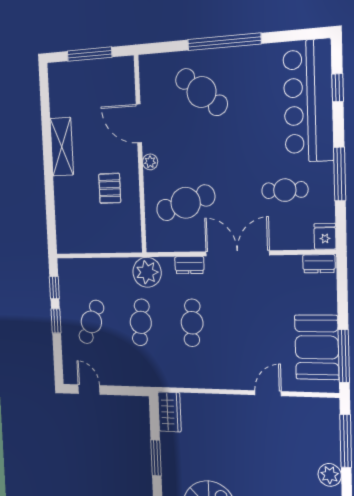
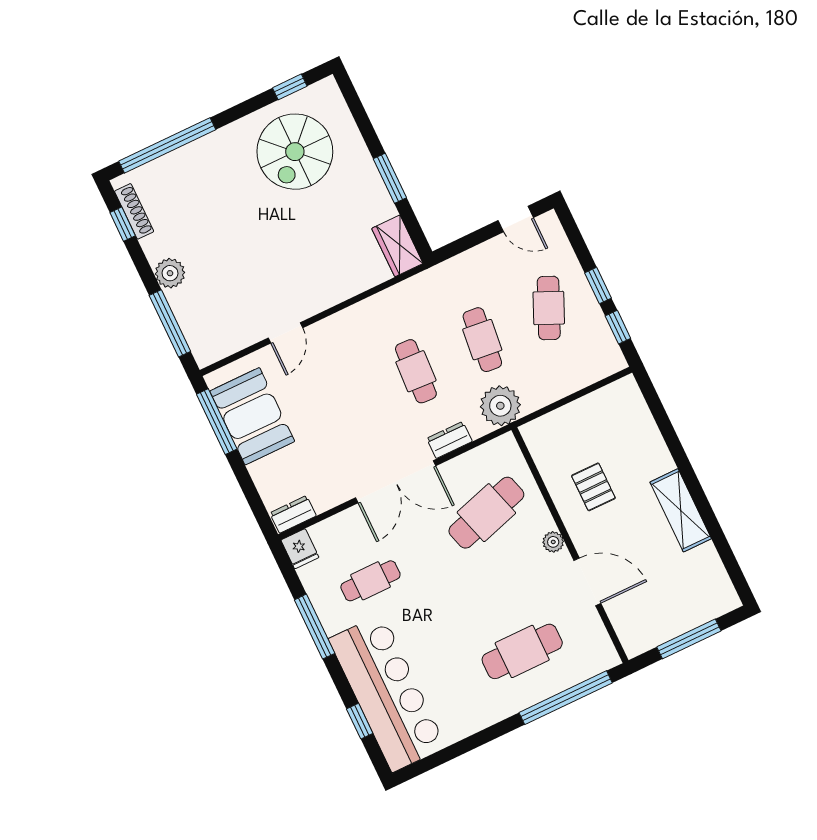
window: (224, 42) -> (566, 698), moved
cafe table: (201, 92) -> (522, 651), turned -40

